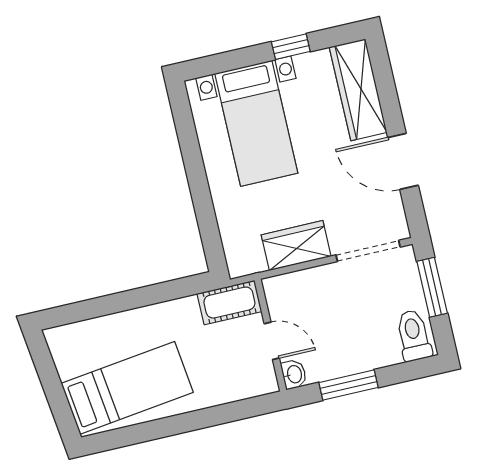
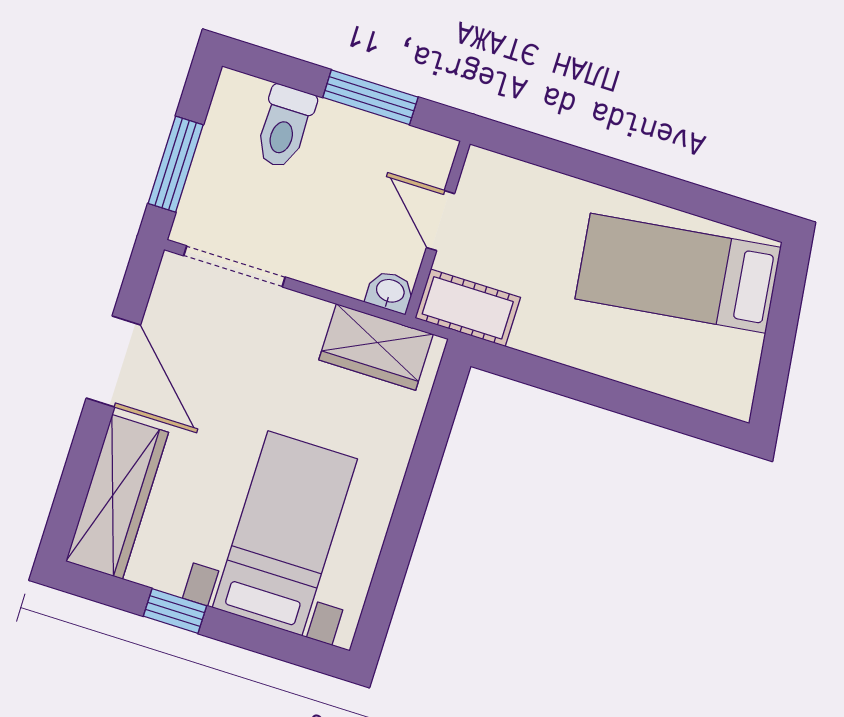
wardrobe: (296, 246) -> (376, 347), moved
toilet: (414, 335) -> (285, 127), moved
washbasin: (294, 374) -> (390, 292), moved, turned 90

